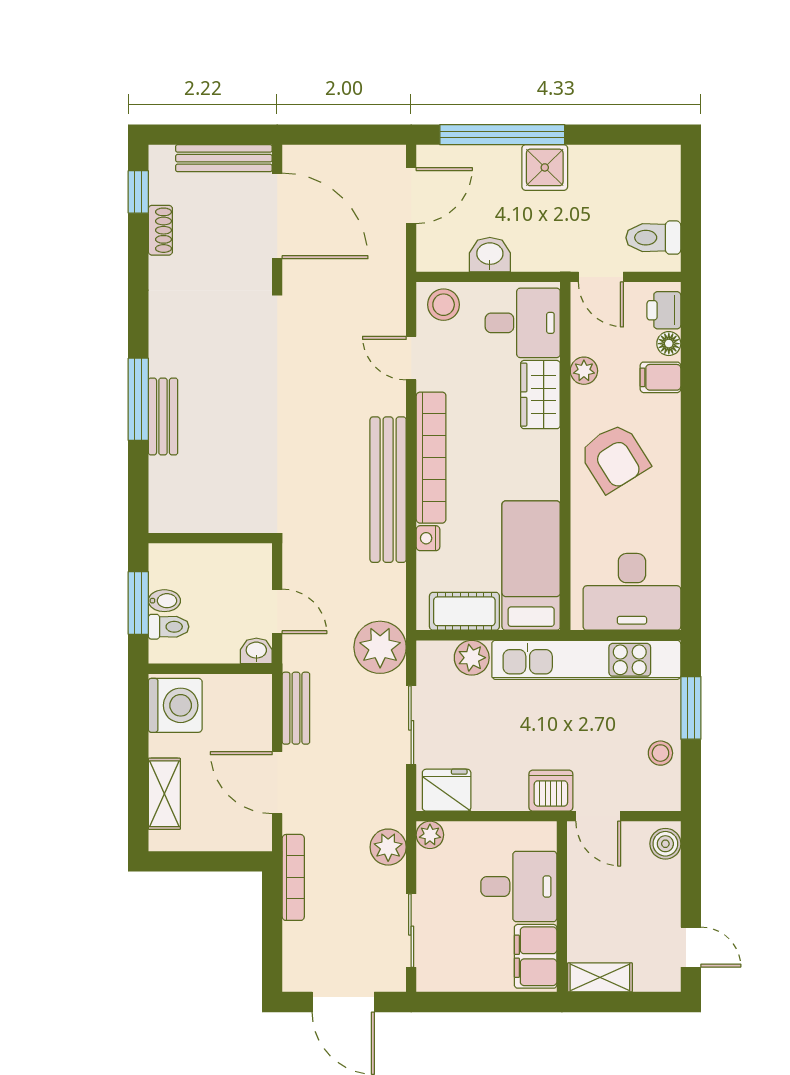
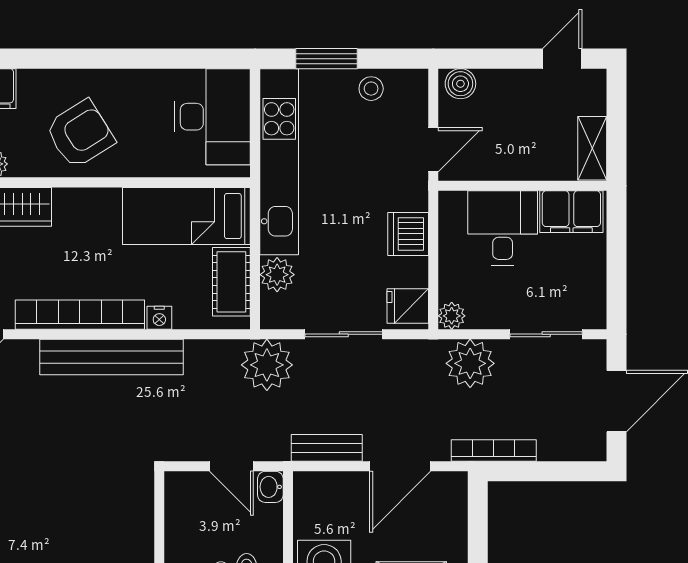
door: (277, 611) -> (231, 466), swing flipped
fridge: (447, 790) -> (408, 306), width x0.72
dishwasher: (551, 791) -> (408, 234), moved
plant: (388, 847) -> (470, 363), width x1.36, depth x1.36

